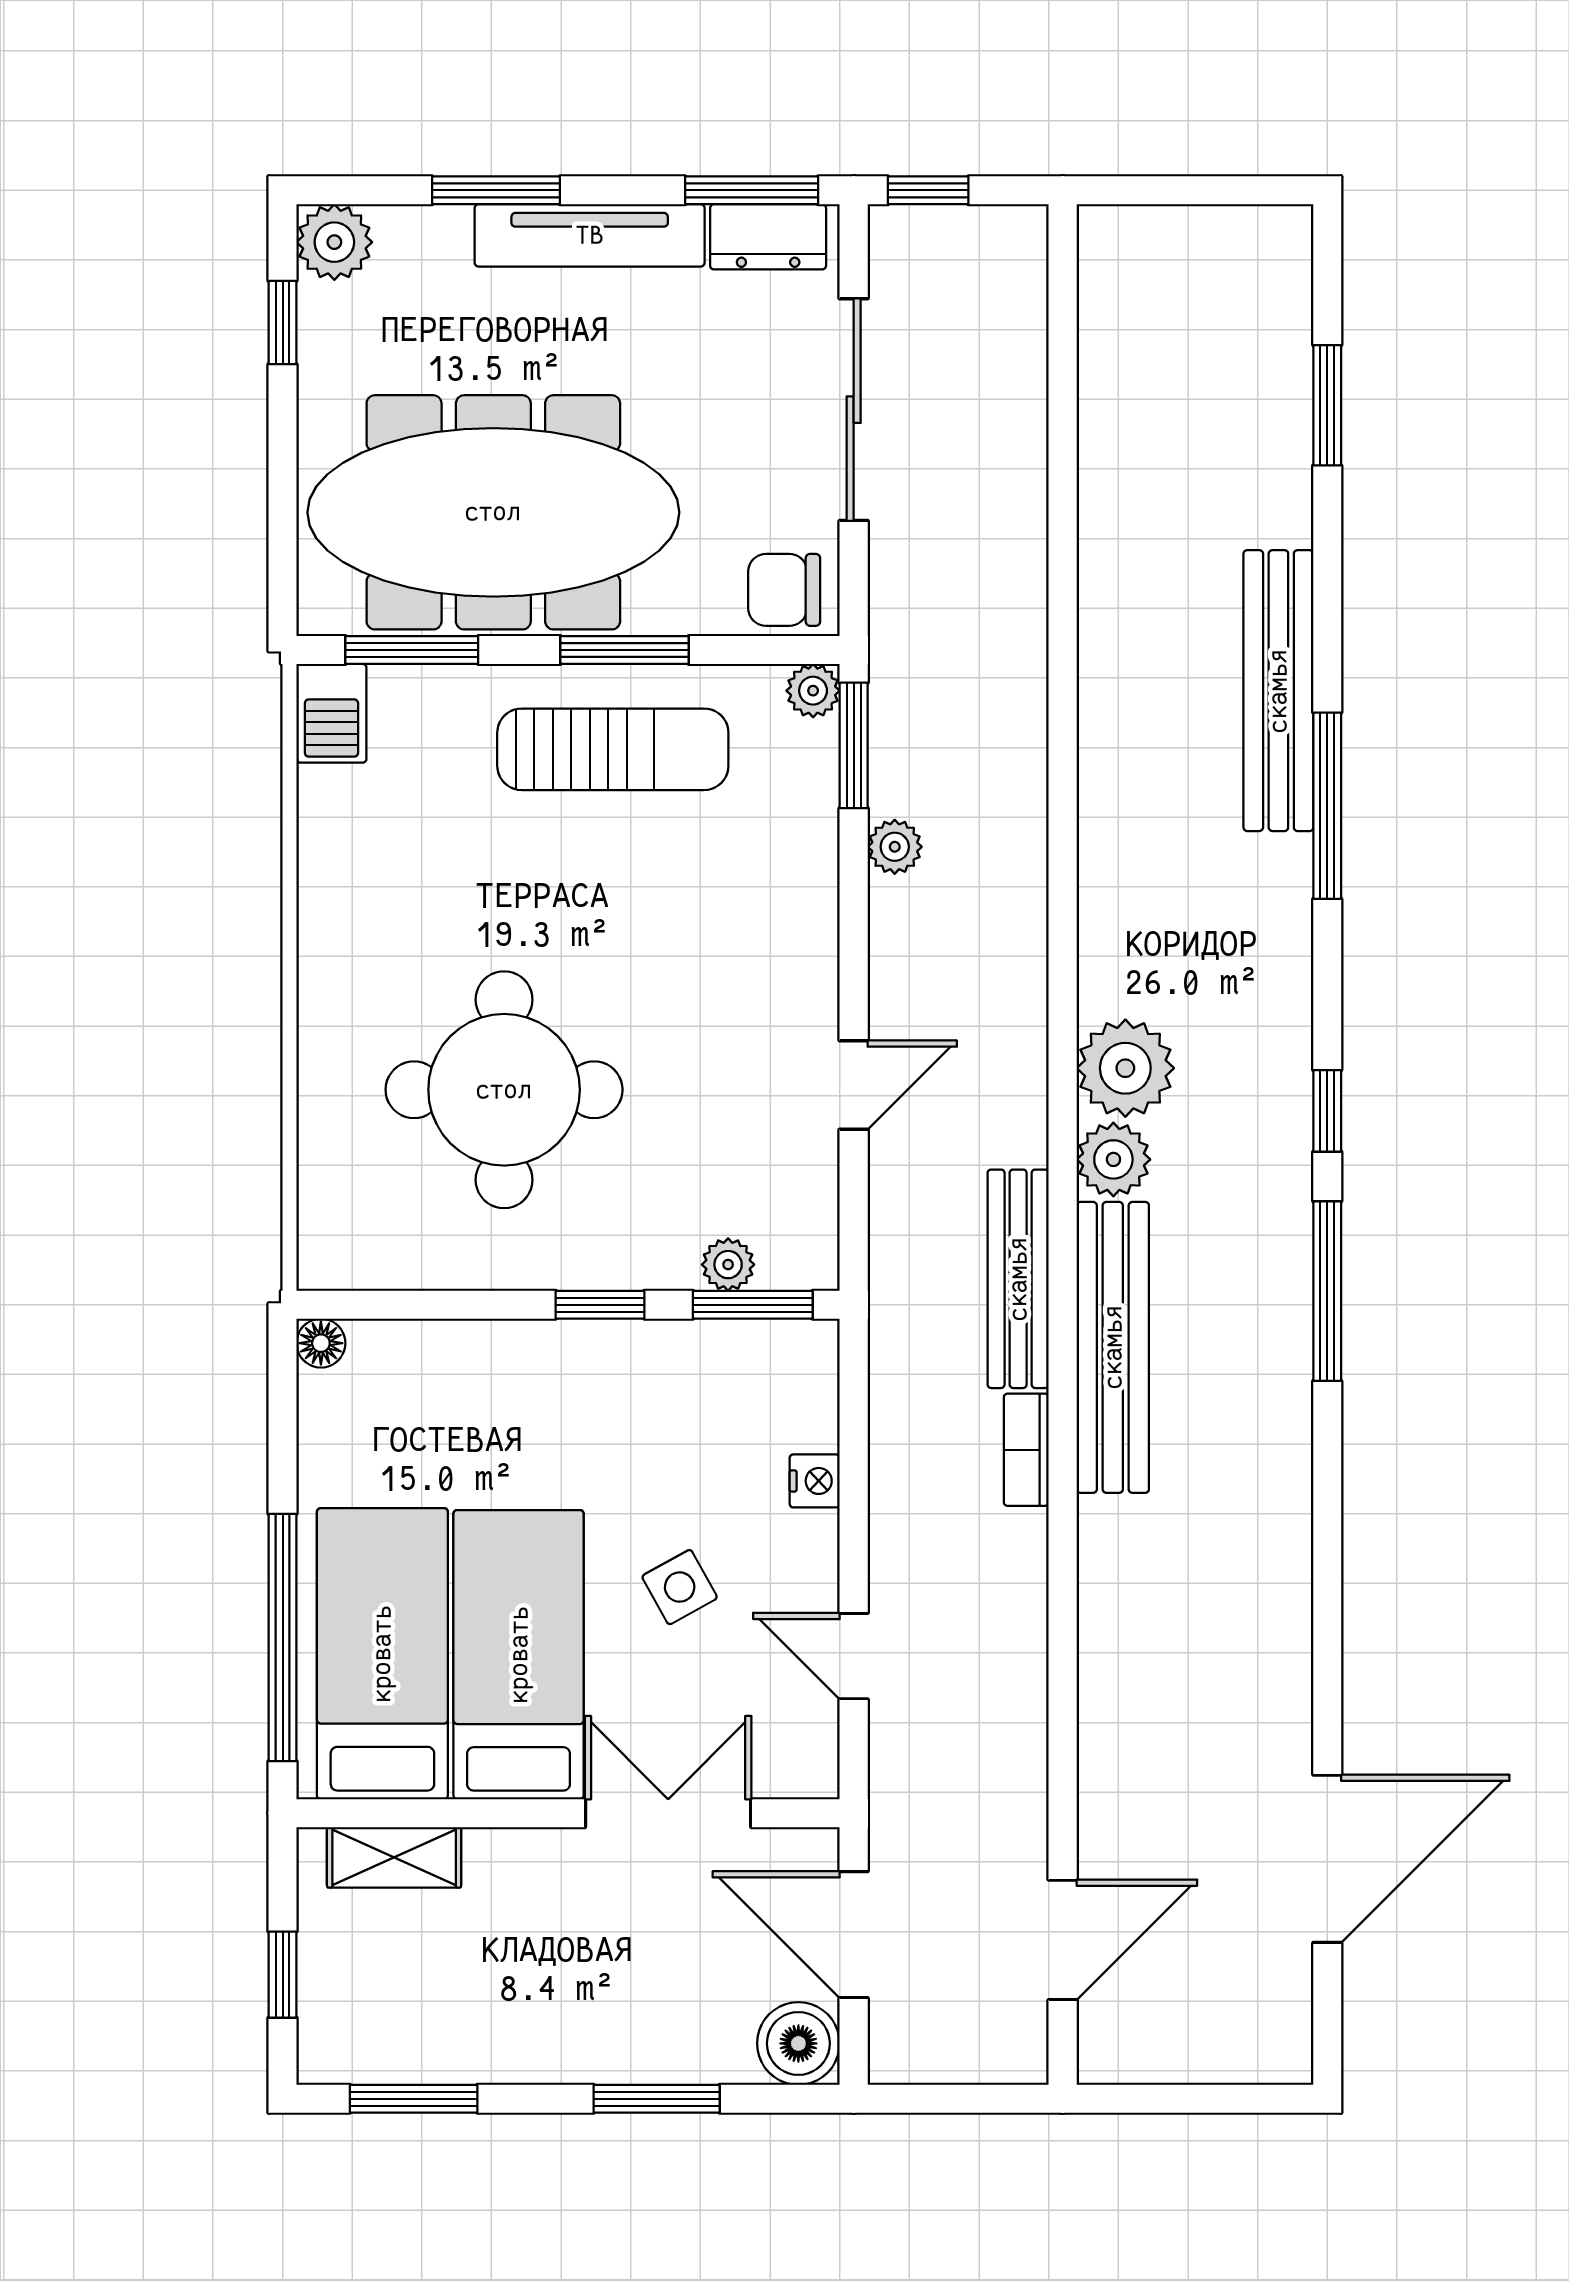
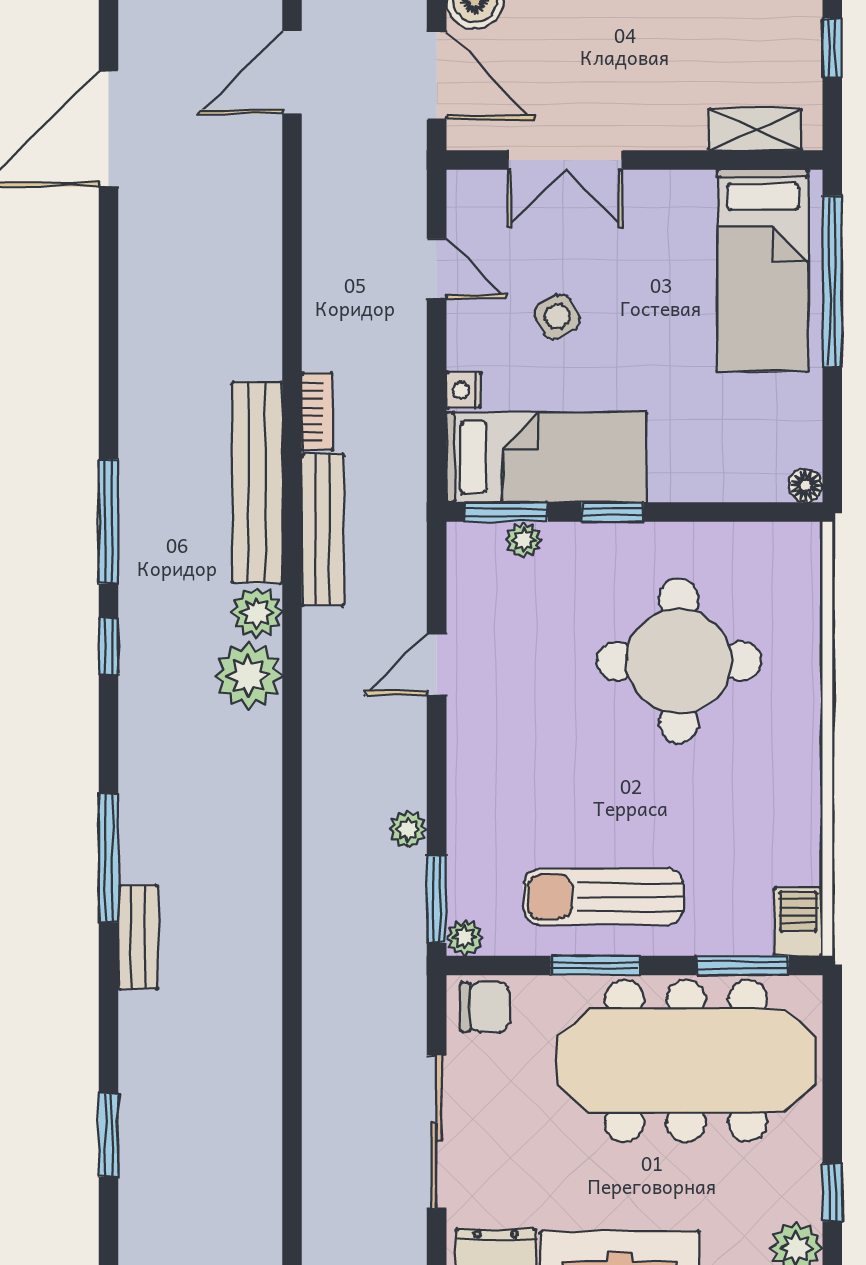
bench: (1278, 691) -> (138, 937), width x0.54, depth x0.82
bed: (519, 1655) -> (546, 457), moved, turned -90

